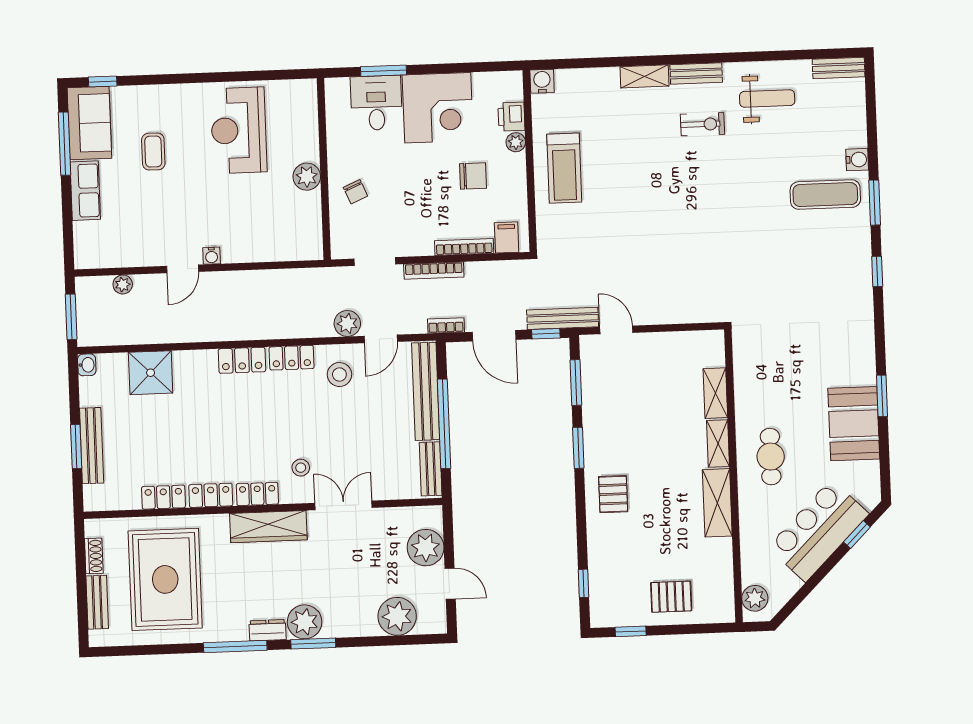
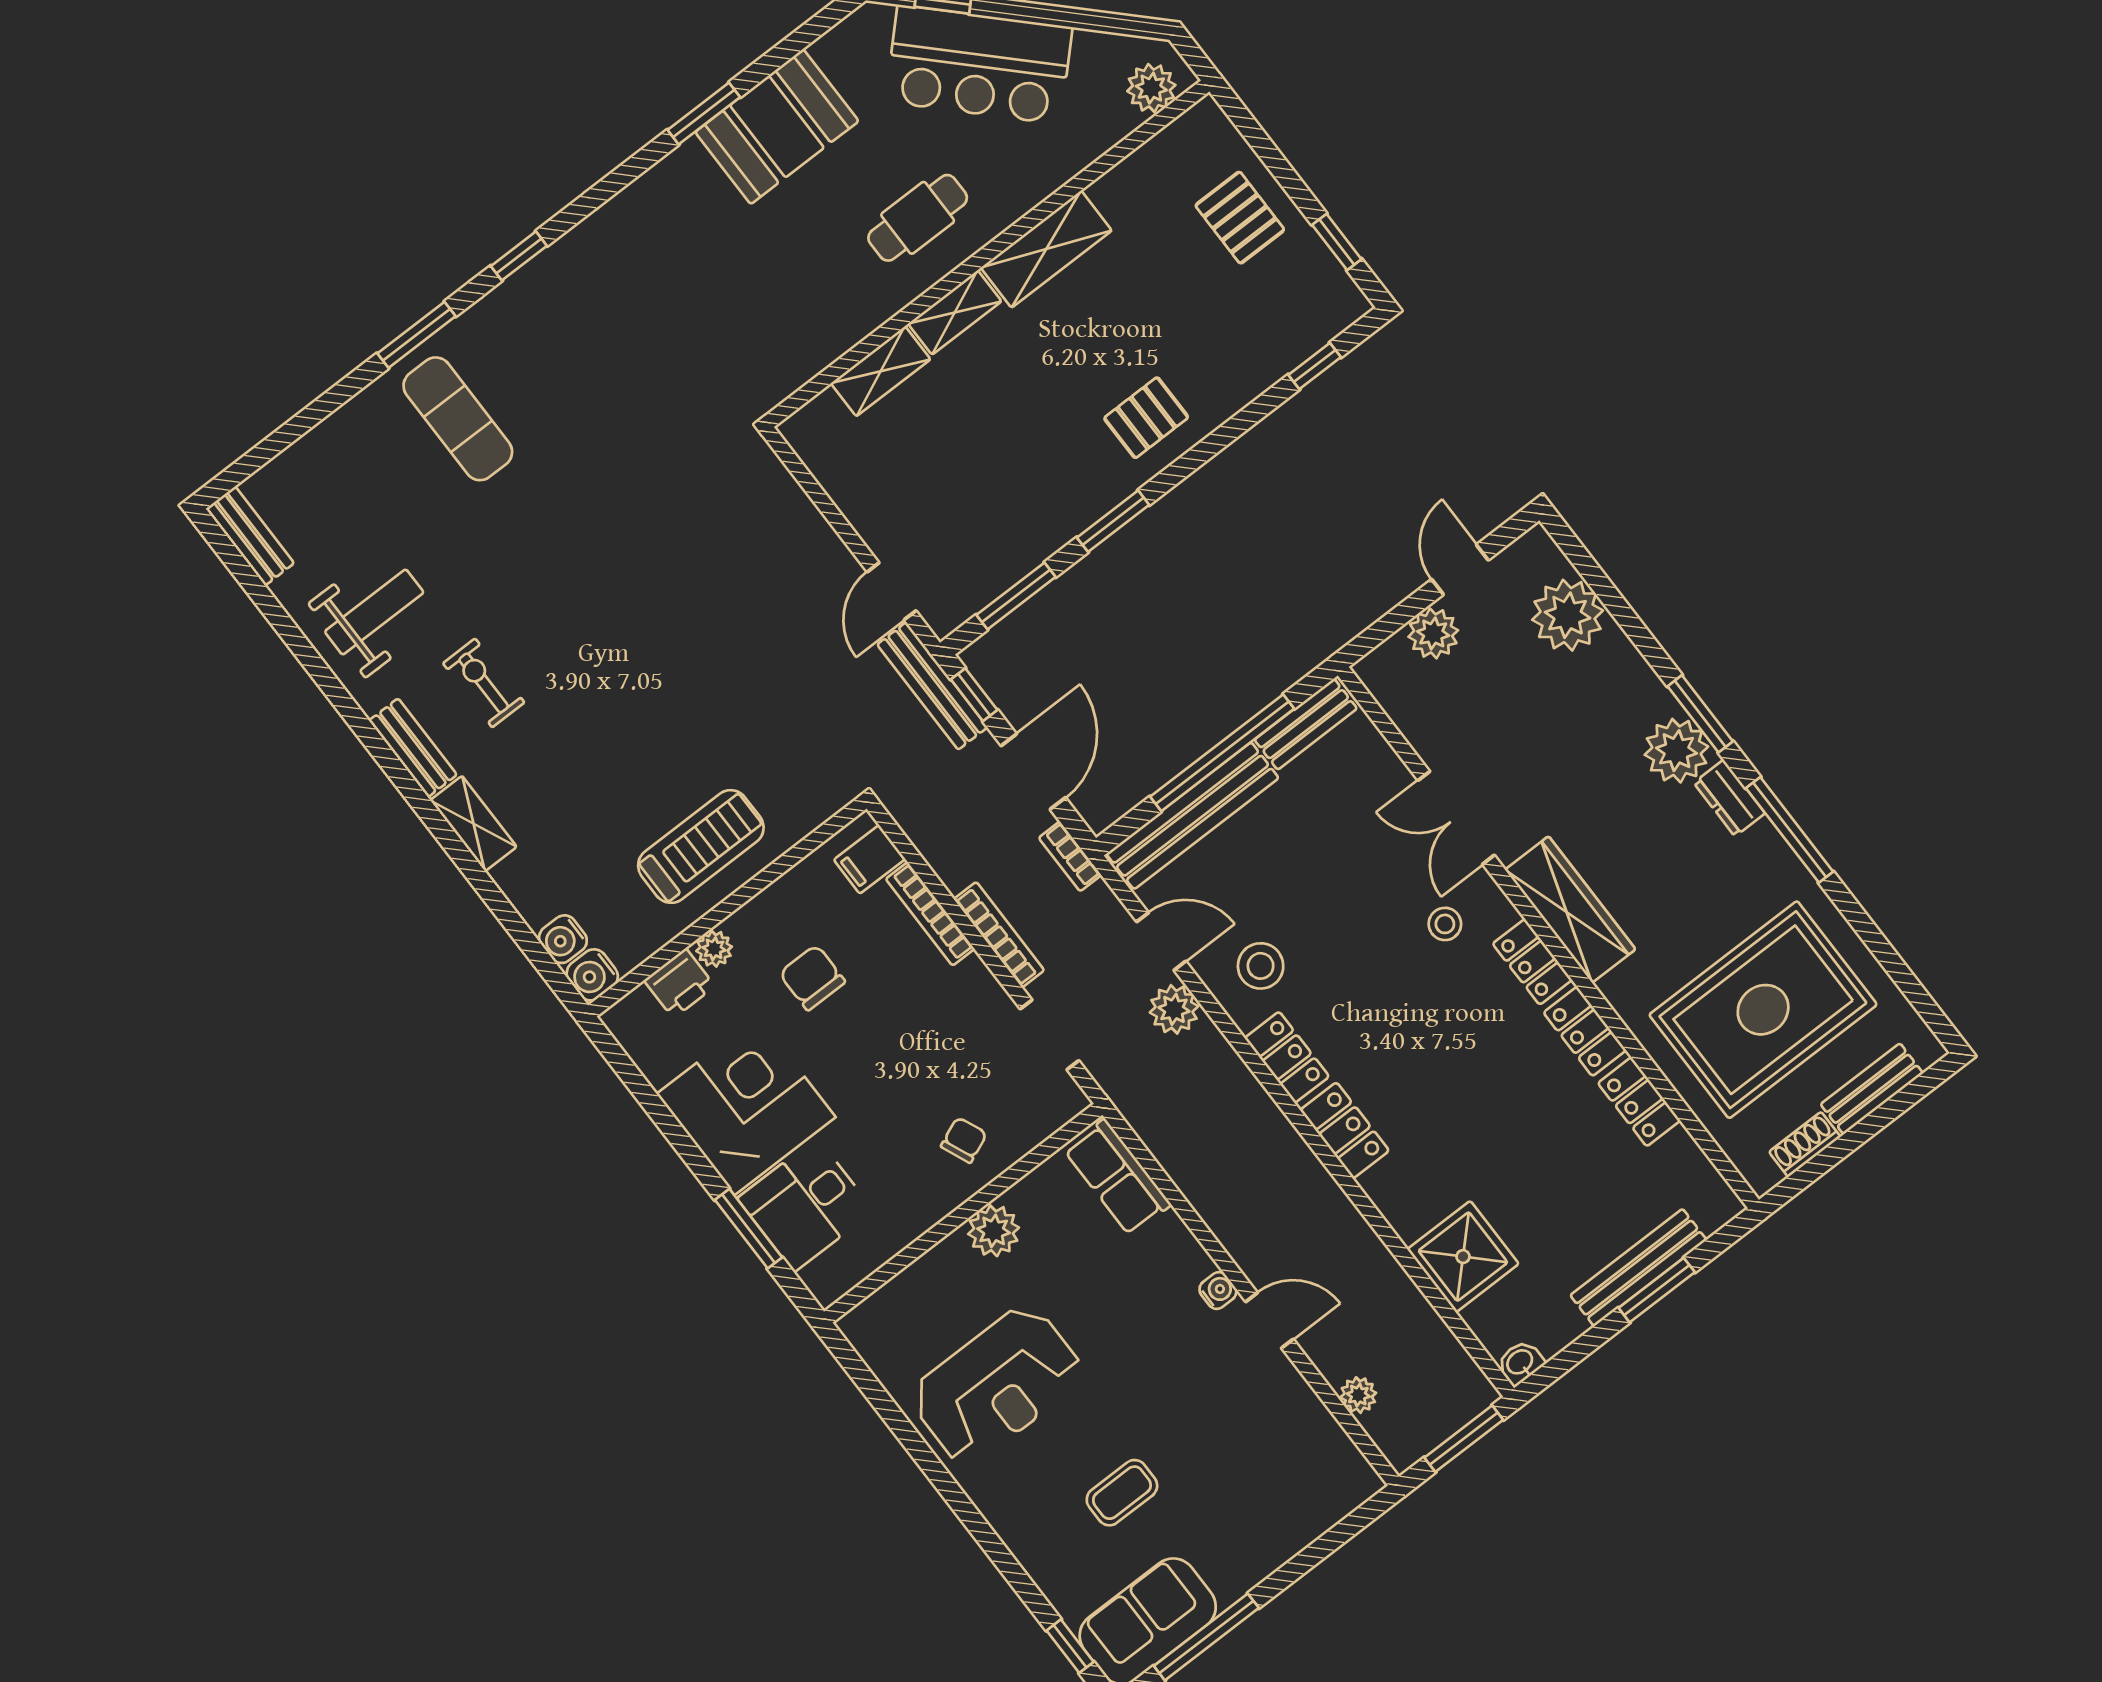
weight bench: (767, 99) -> (374, 612), turned 90
water cooler: (857, 160) -> (563, 939), moved, turned -90
row of seats: (85, 191) -> (1117, 1177), moved, turned -90
plant: (426, 548) -> (1433, 633), width x0.73, depth x0.73

